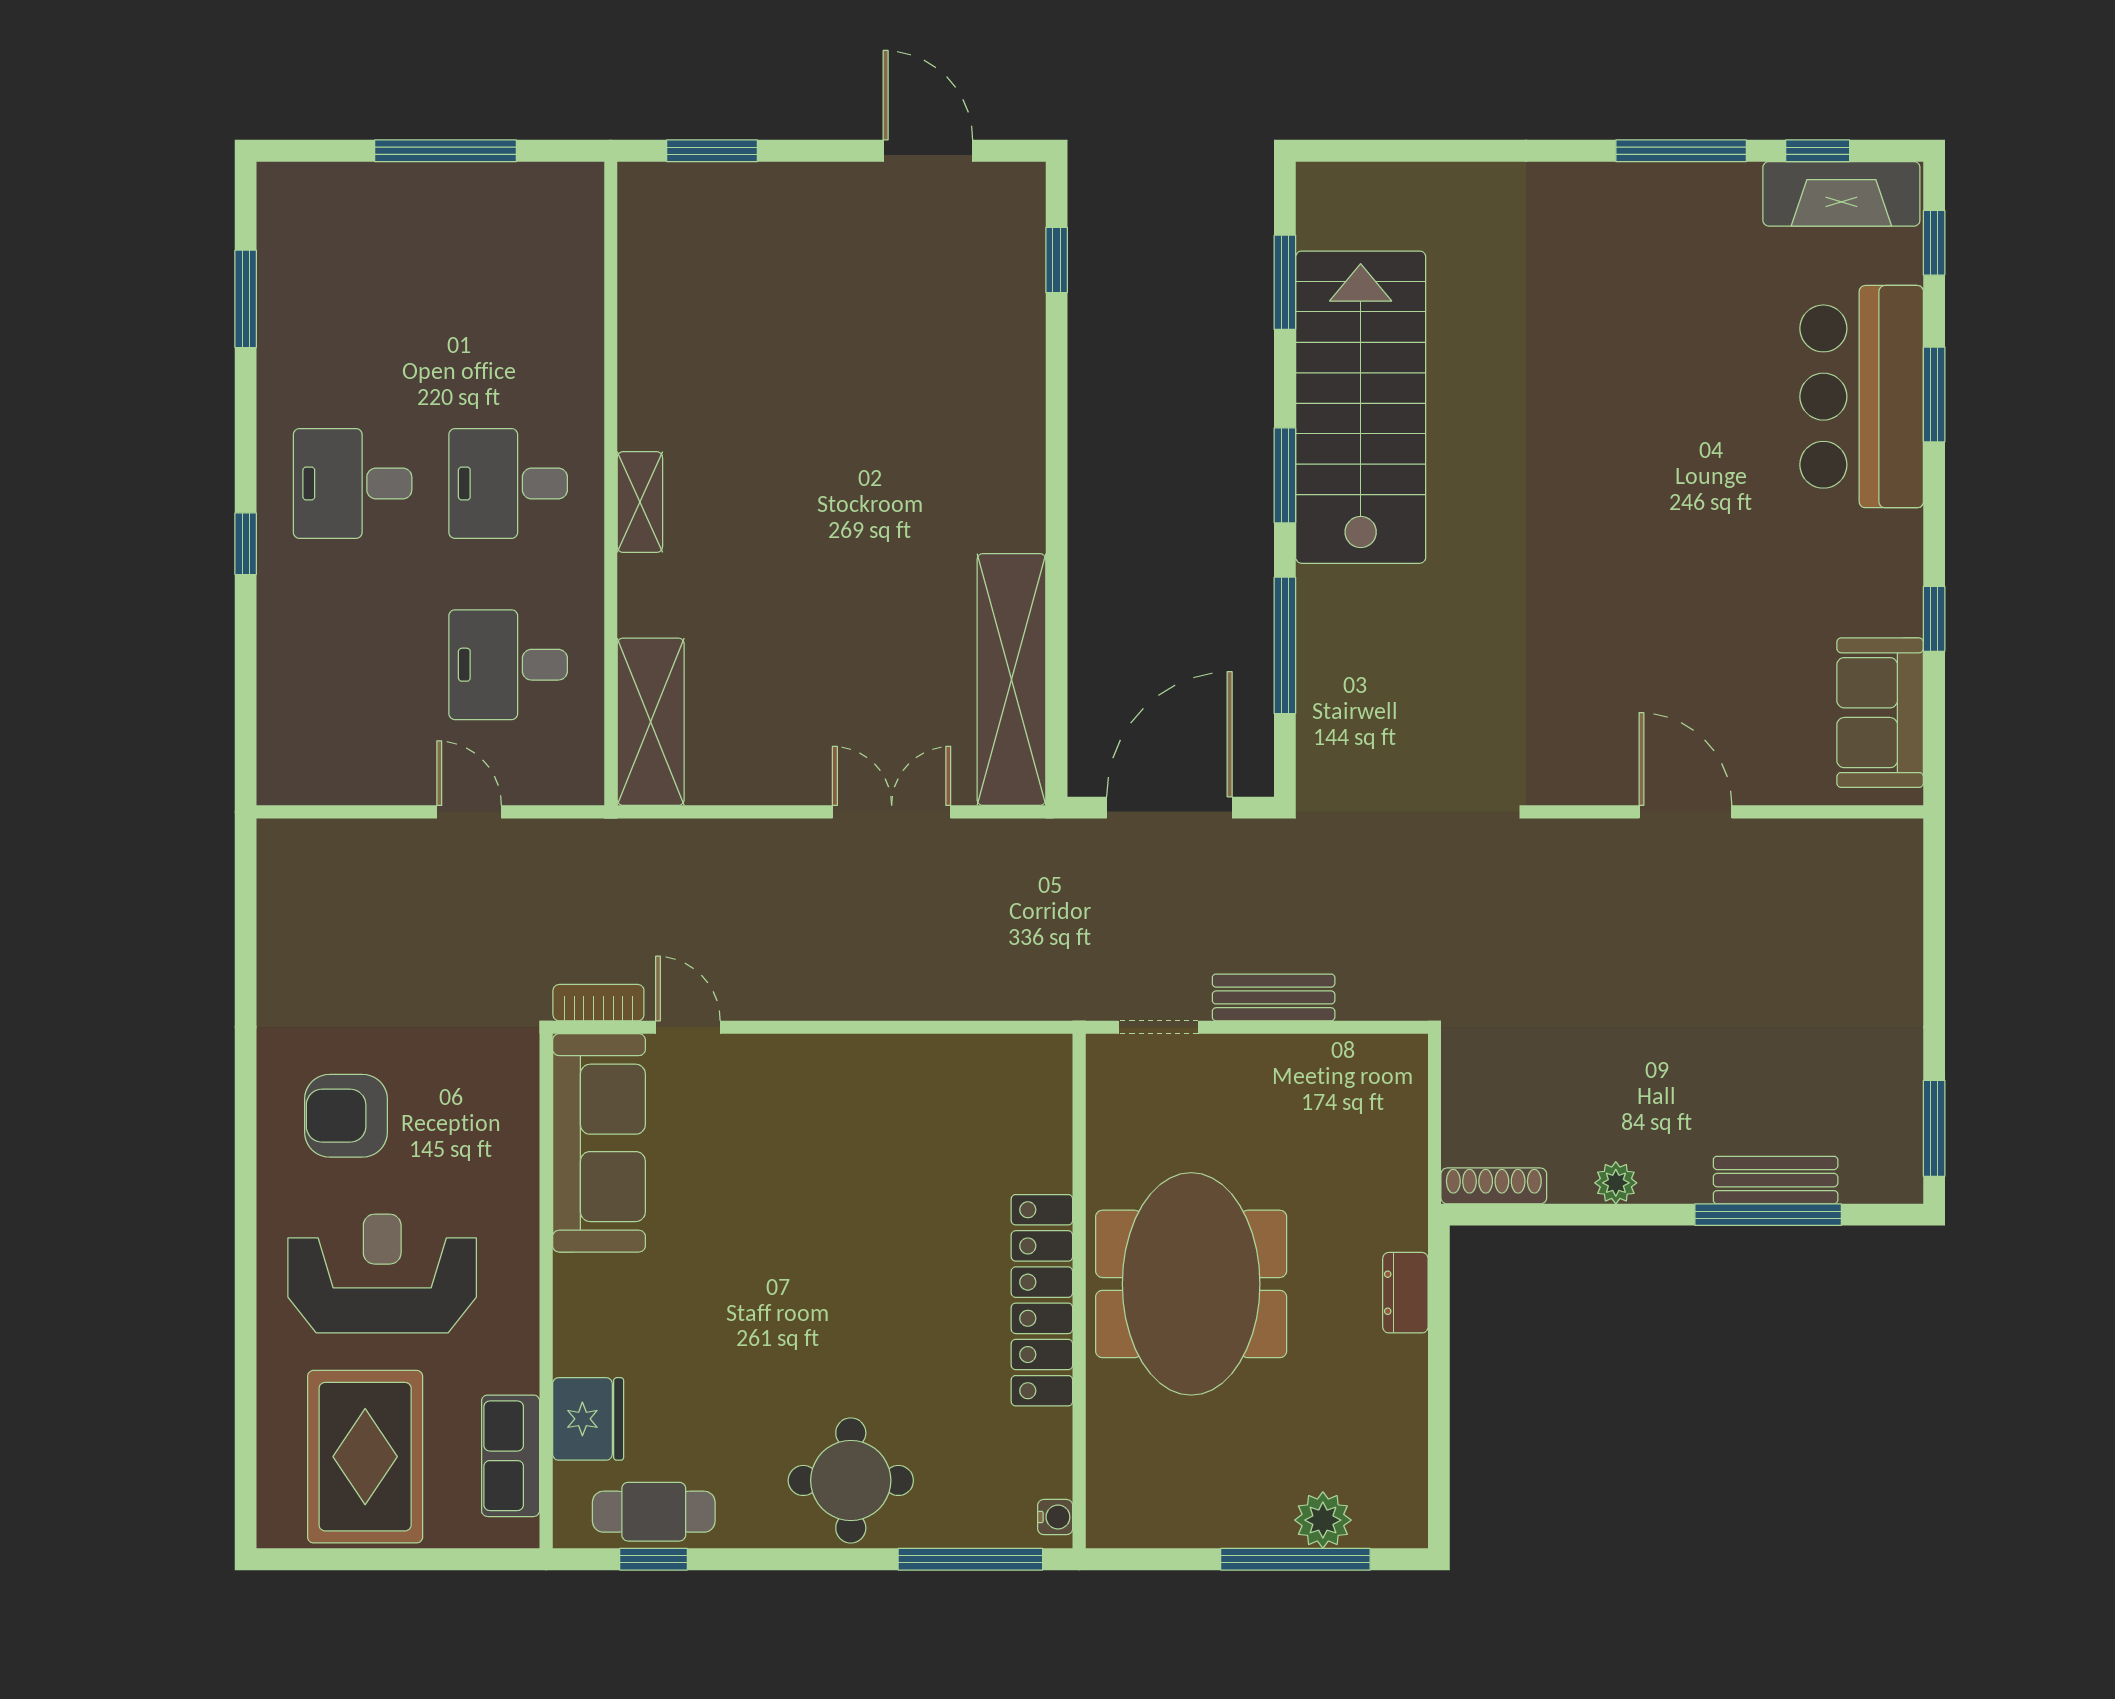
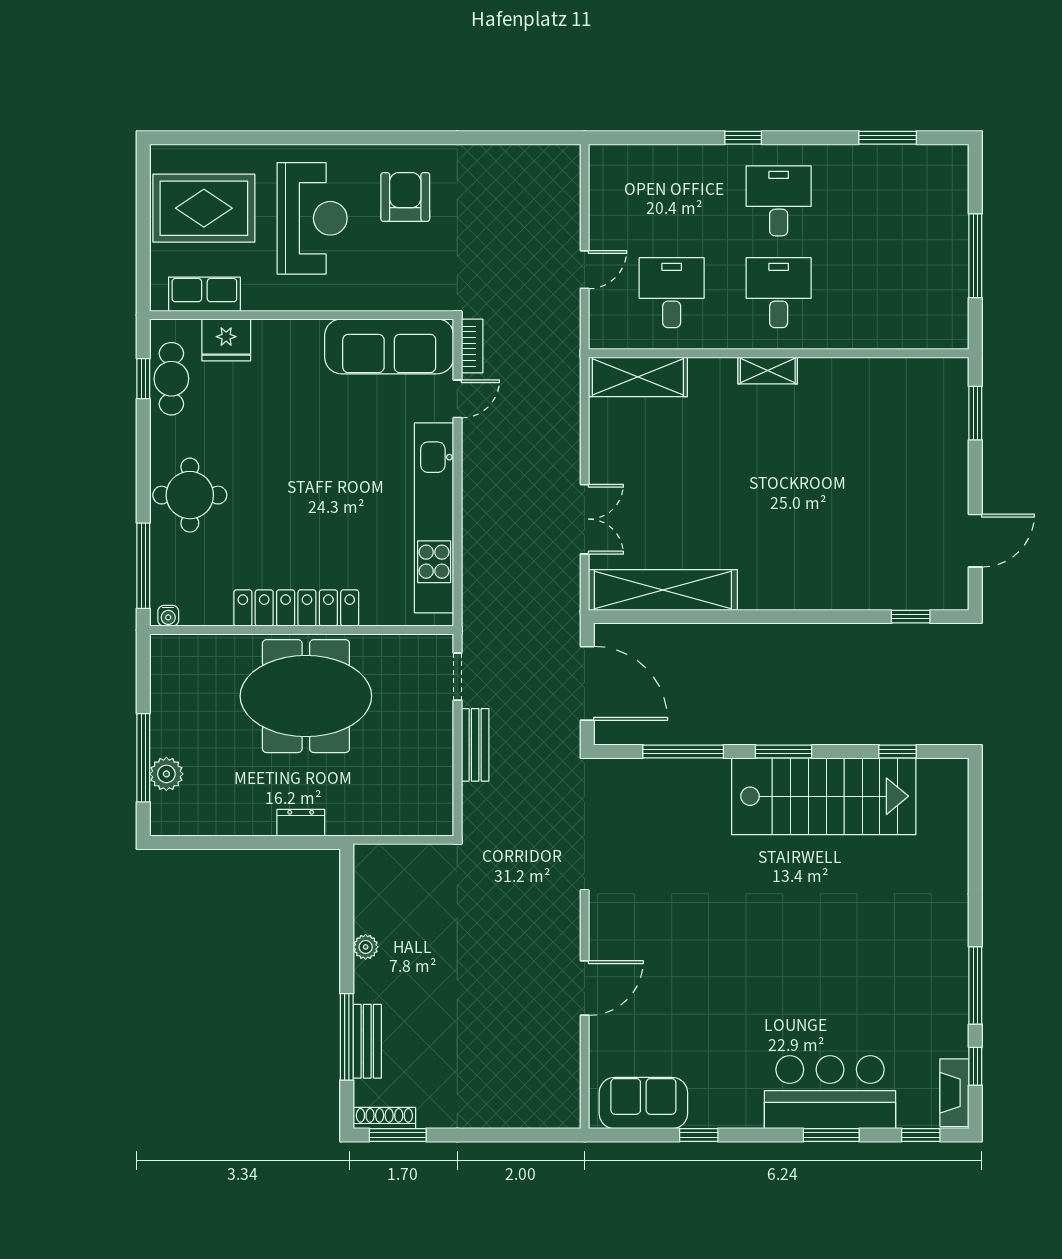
fireplace: (1841, 194) -> (954, 1093), width x0.73, depth x0.76
window: (1285, 282) -> (898, 751), width x0.67
kitchen unit: (889, 1067) -> (434, 518), added
shoe rack: (1494, 1186) -> (384, 1118), moved, turned -90

